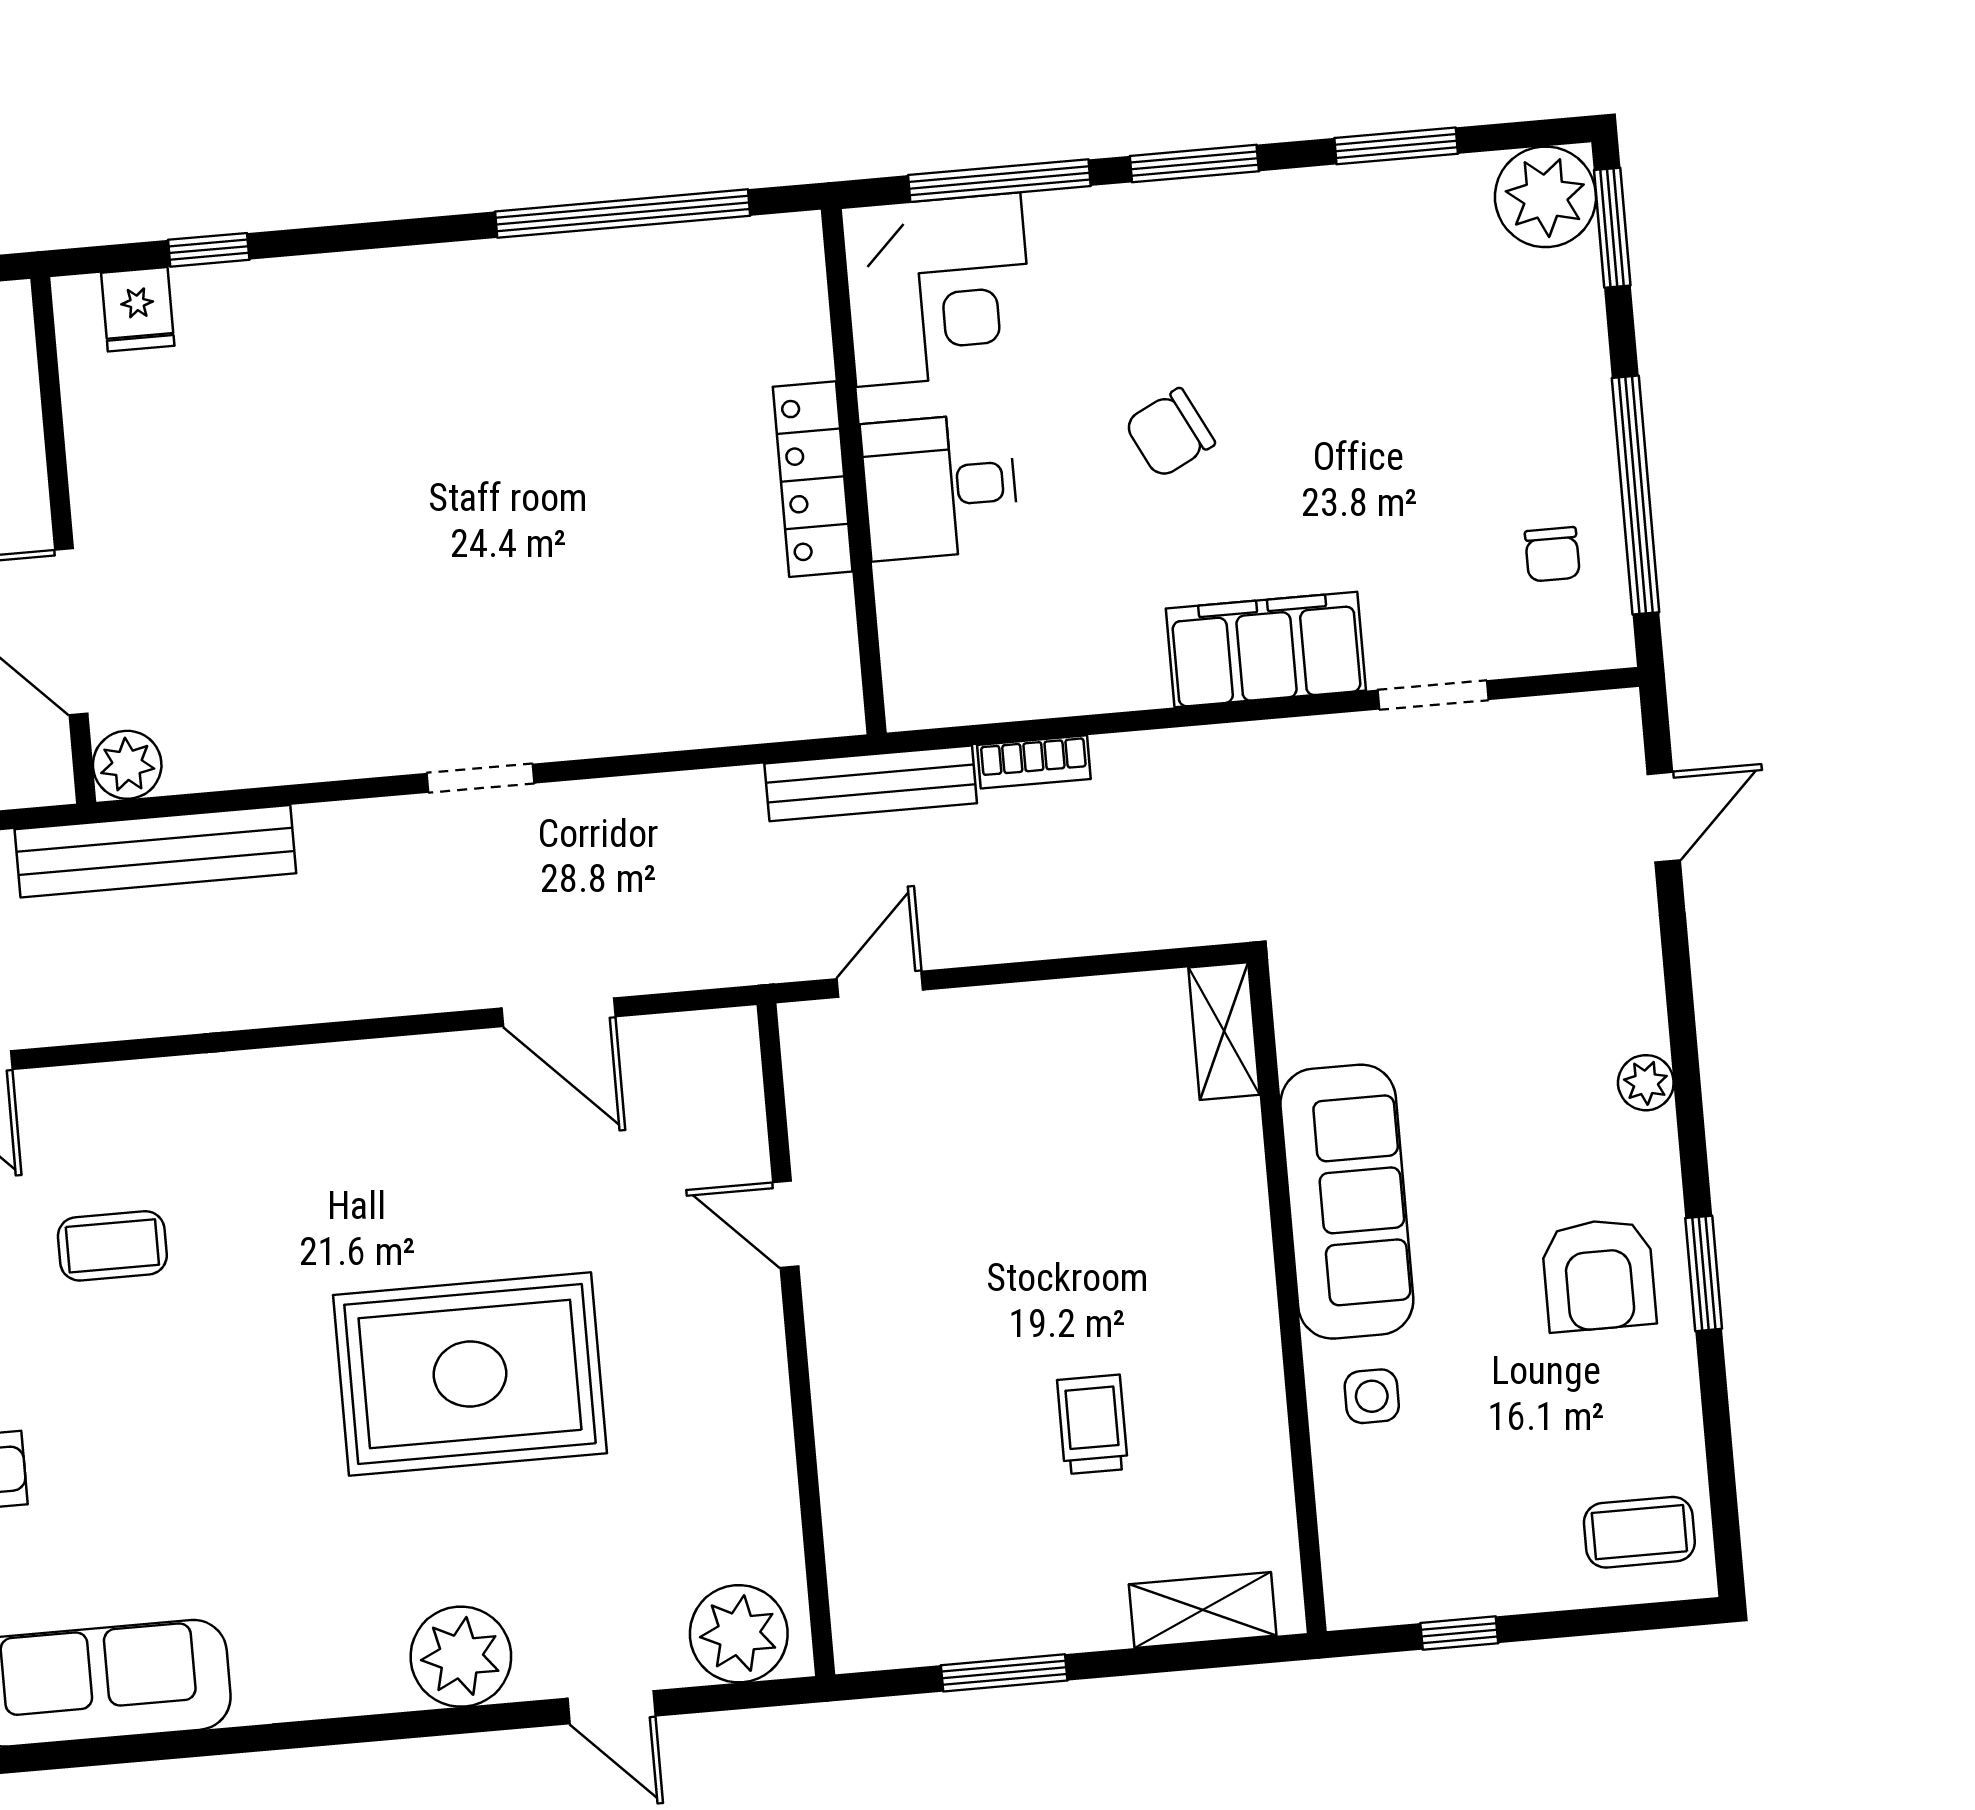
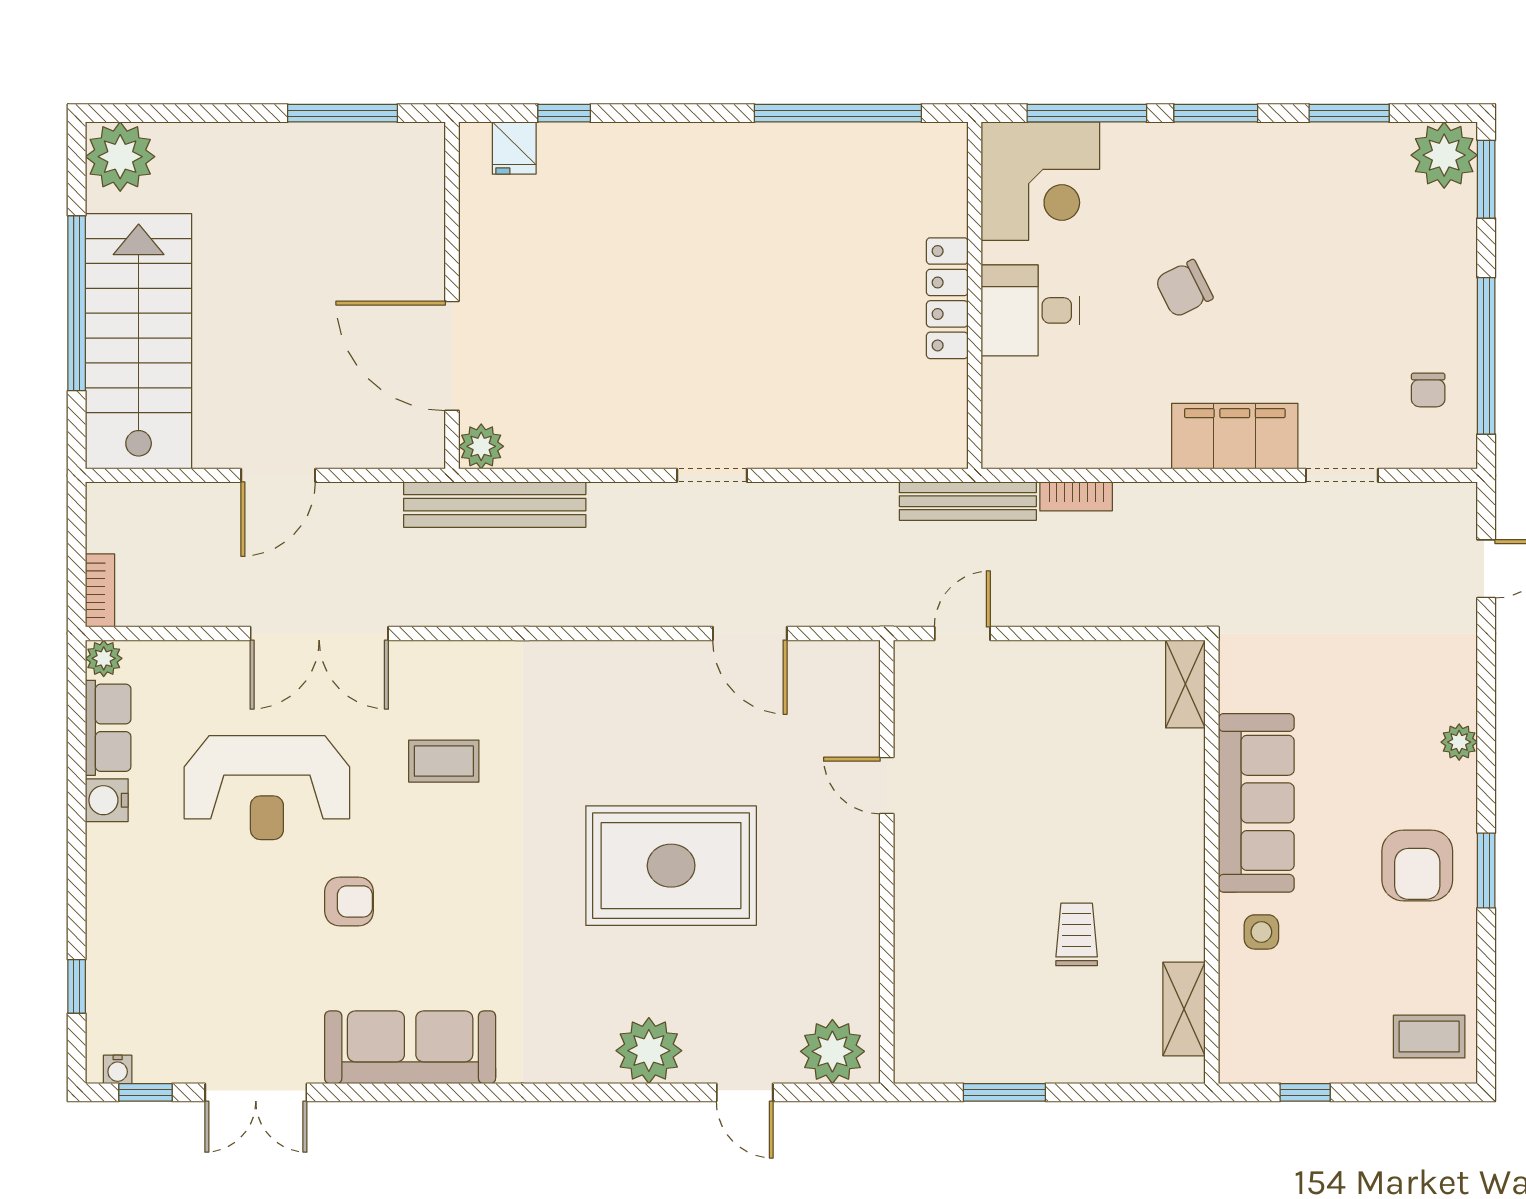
shelving: (1203, 1610) -> (1184, 1009), moved, turned 90

